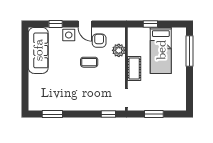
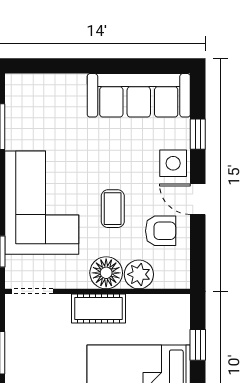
door: (85, 24) -> (198, 199), hinge flipped
floor lamp: (118, 65) -> (106, 273), added
corner sofa: (86, 94) -> (42, 203), added

